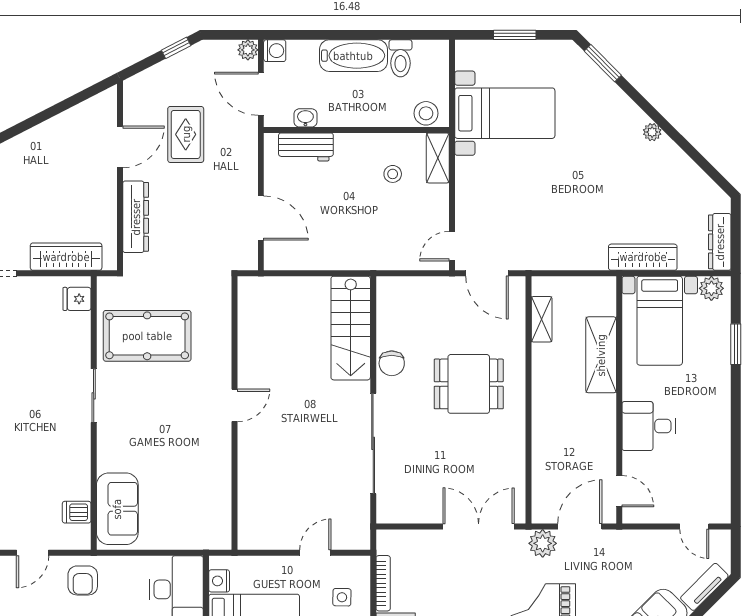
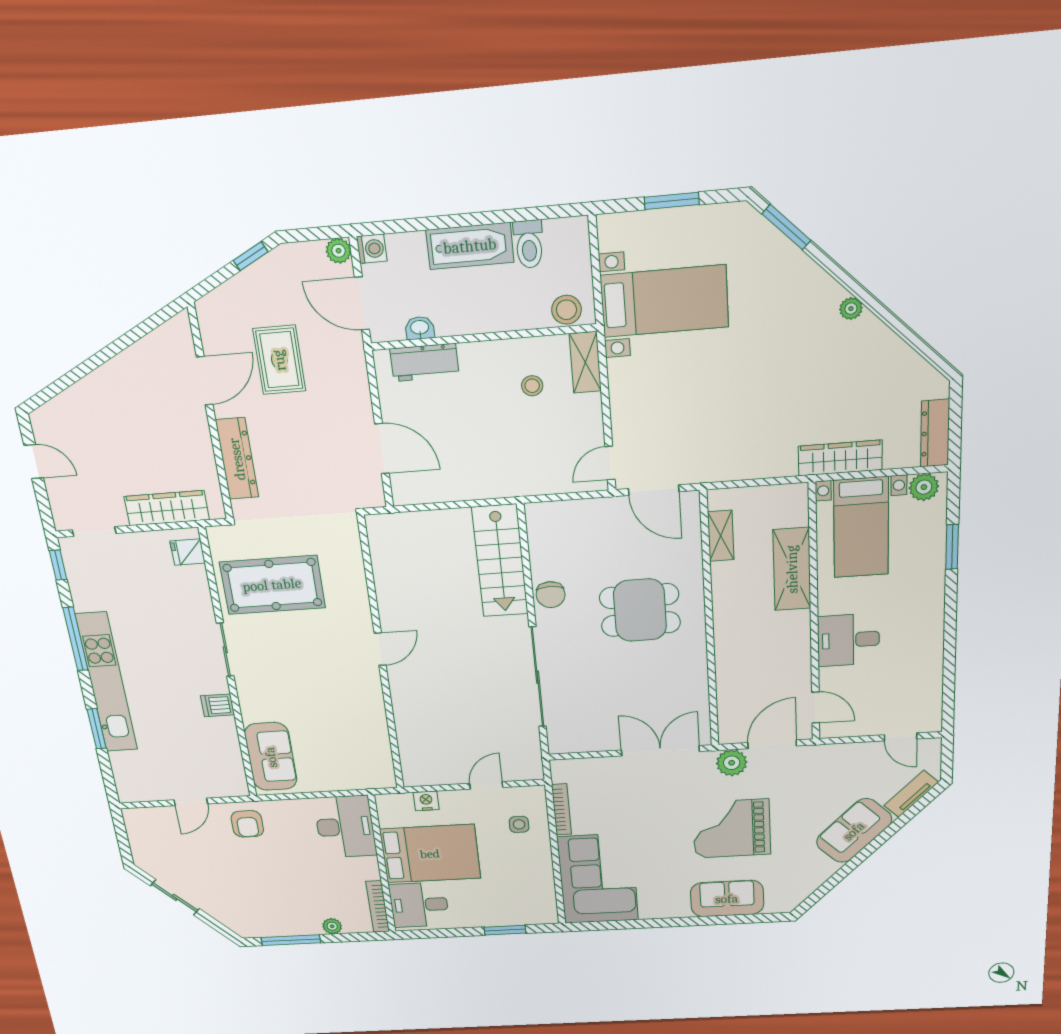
dishwasher: (77, 512) -> (218, 705), moved
nightstand: (219, 581) -> (426, 801), moved, turned 90

